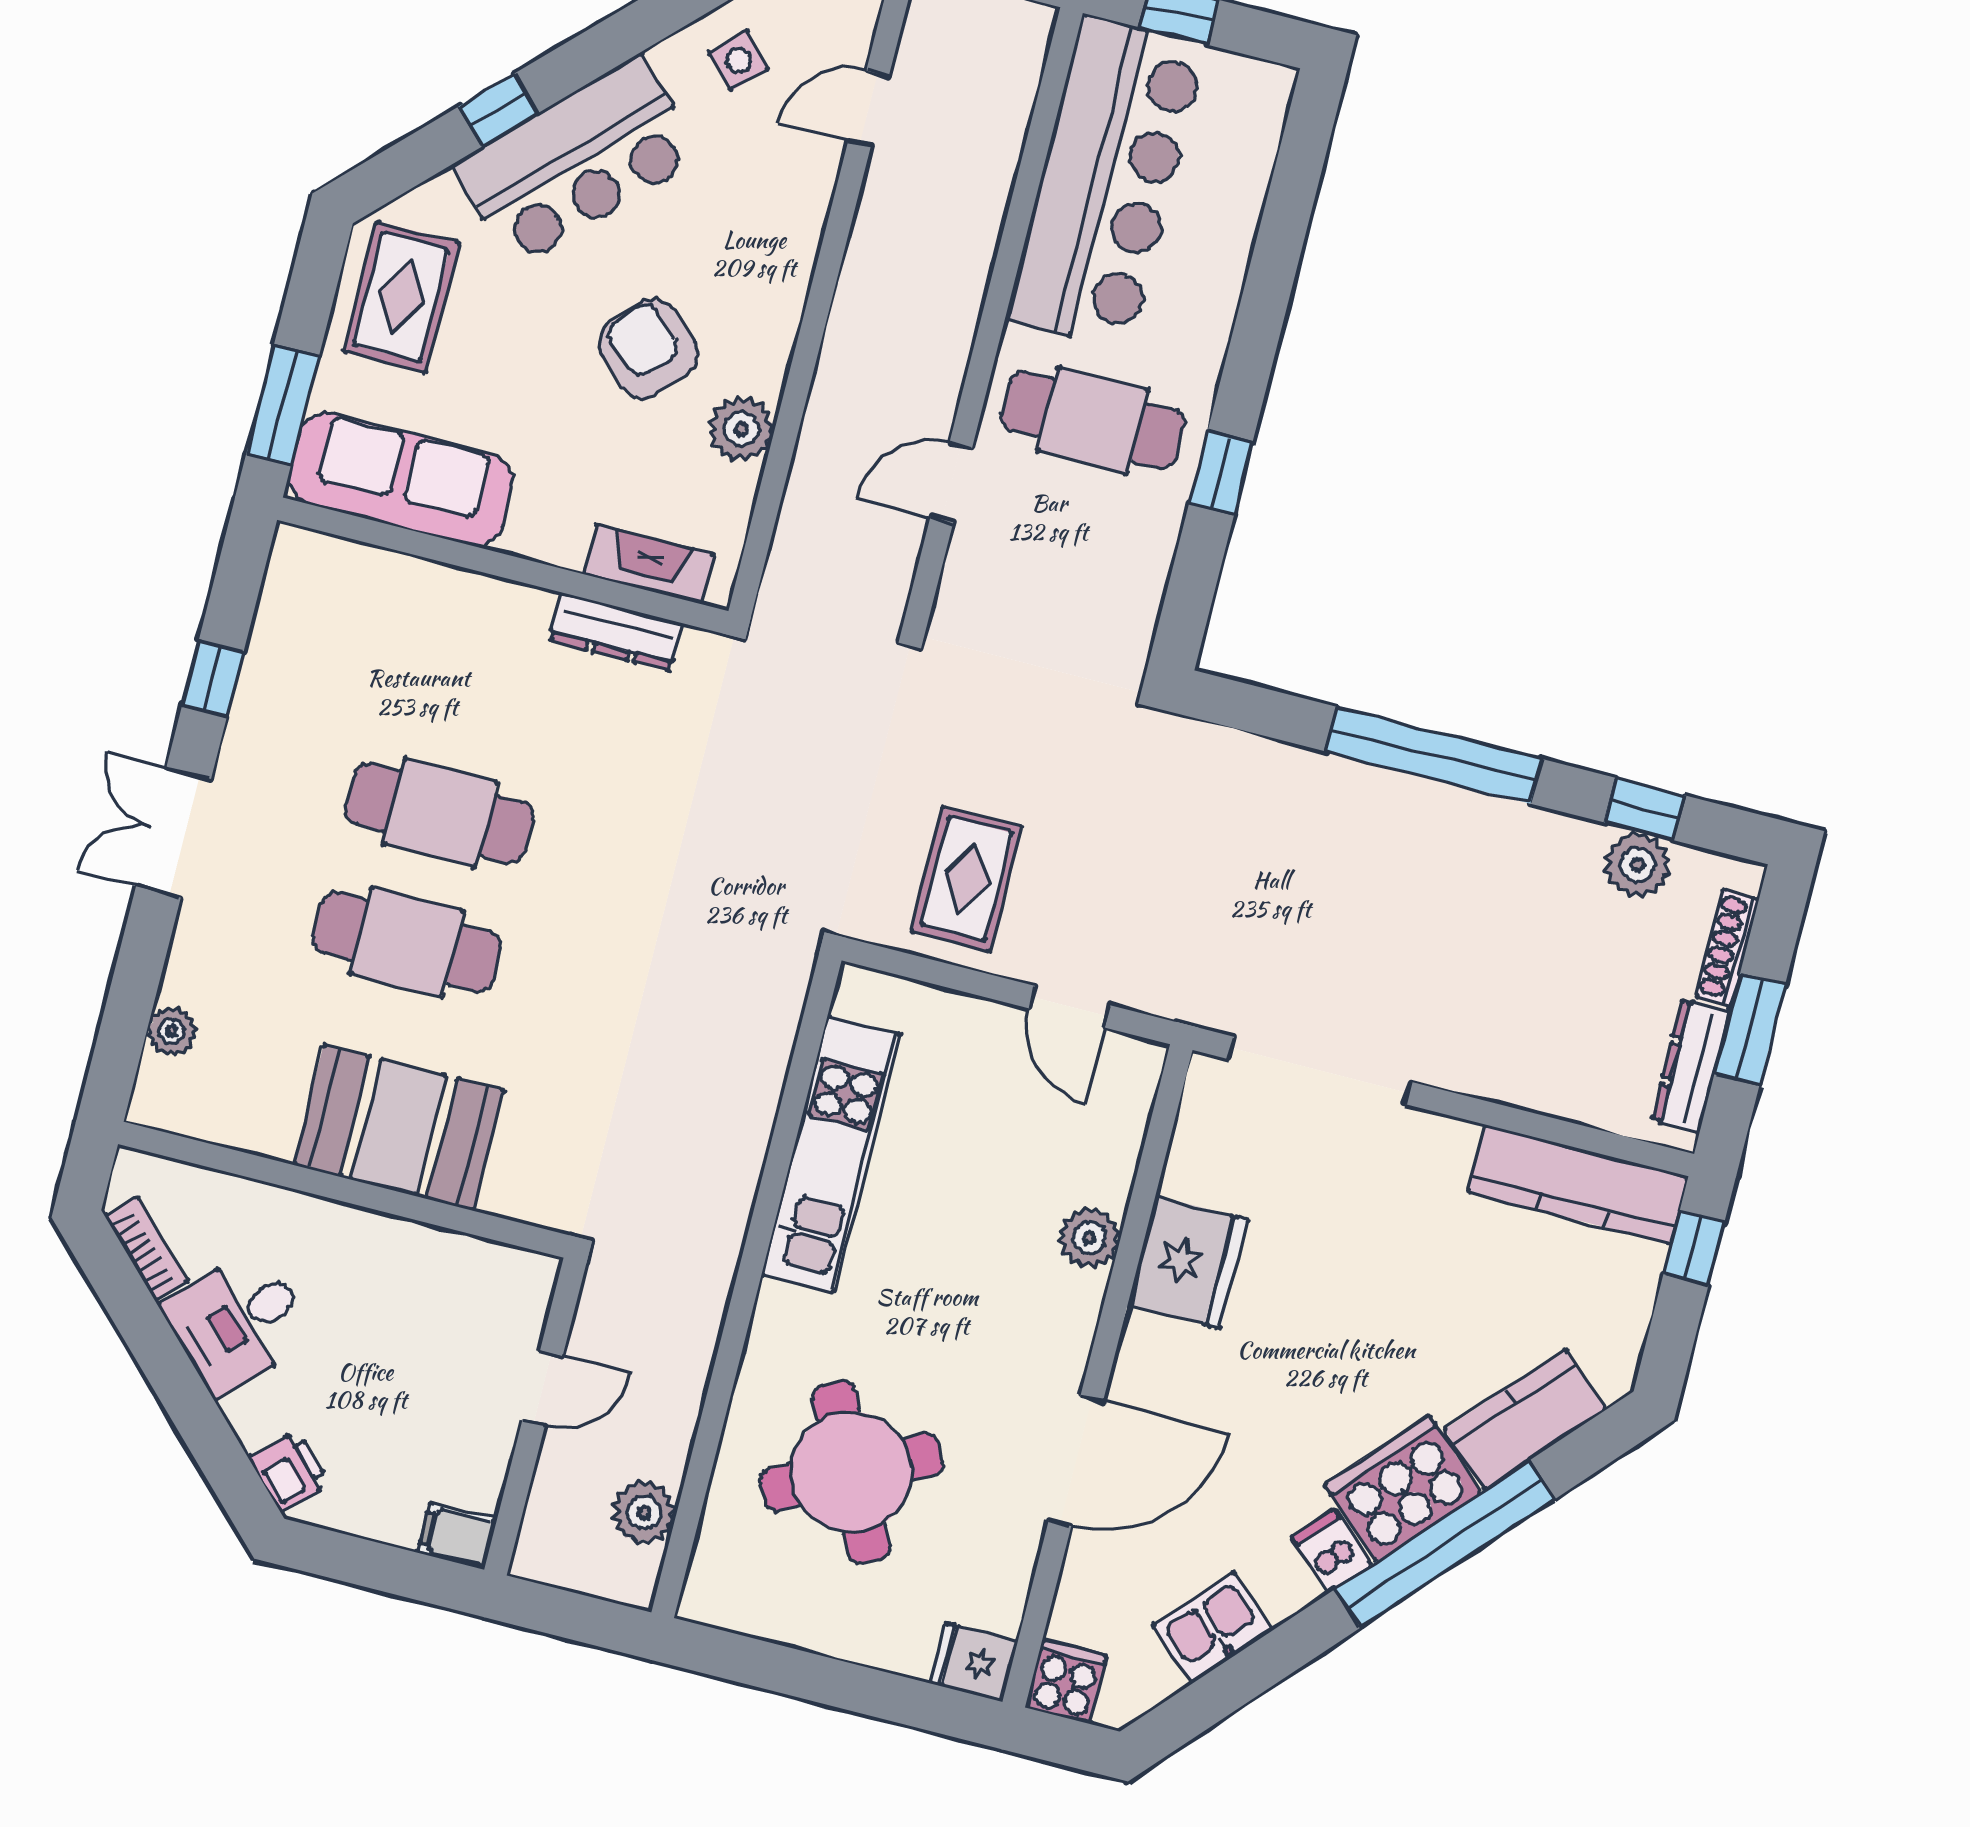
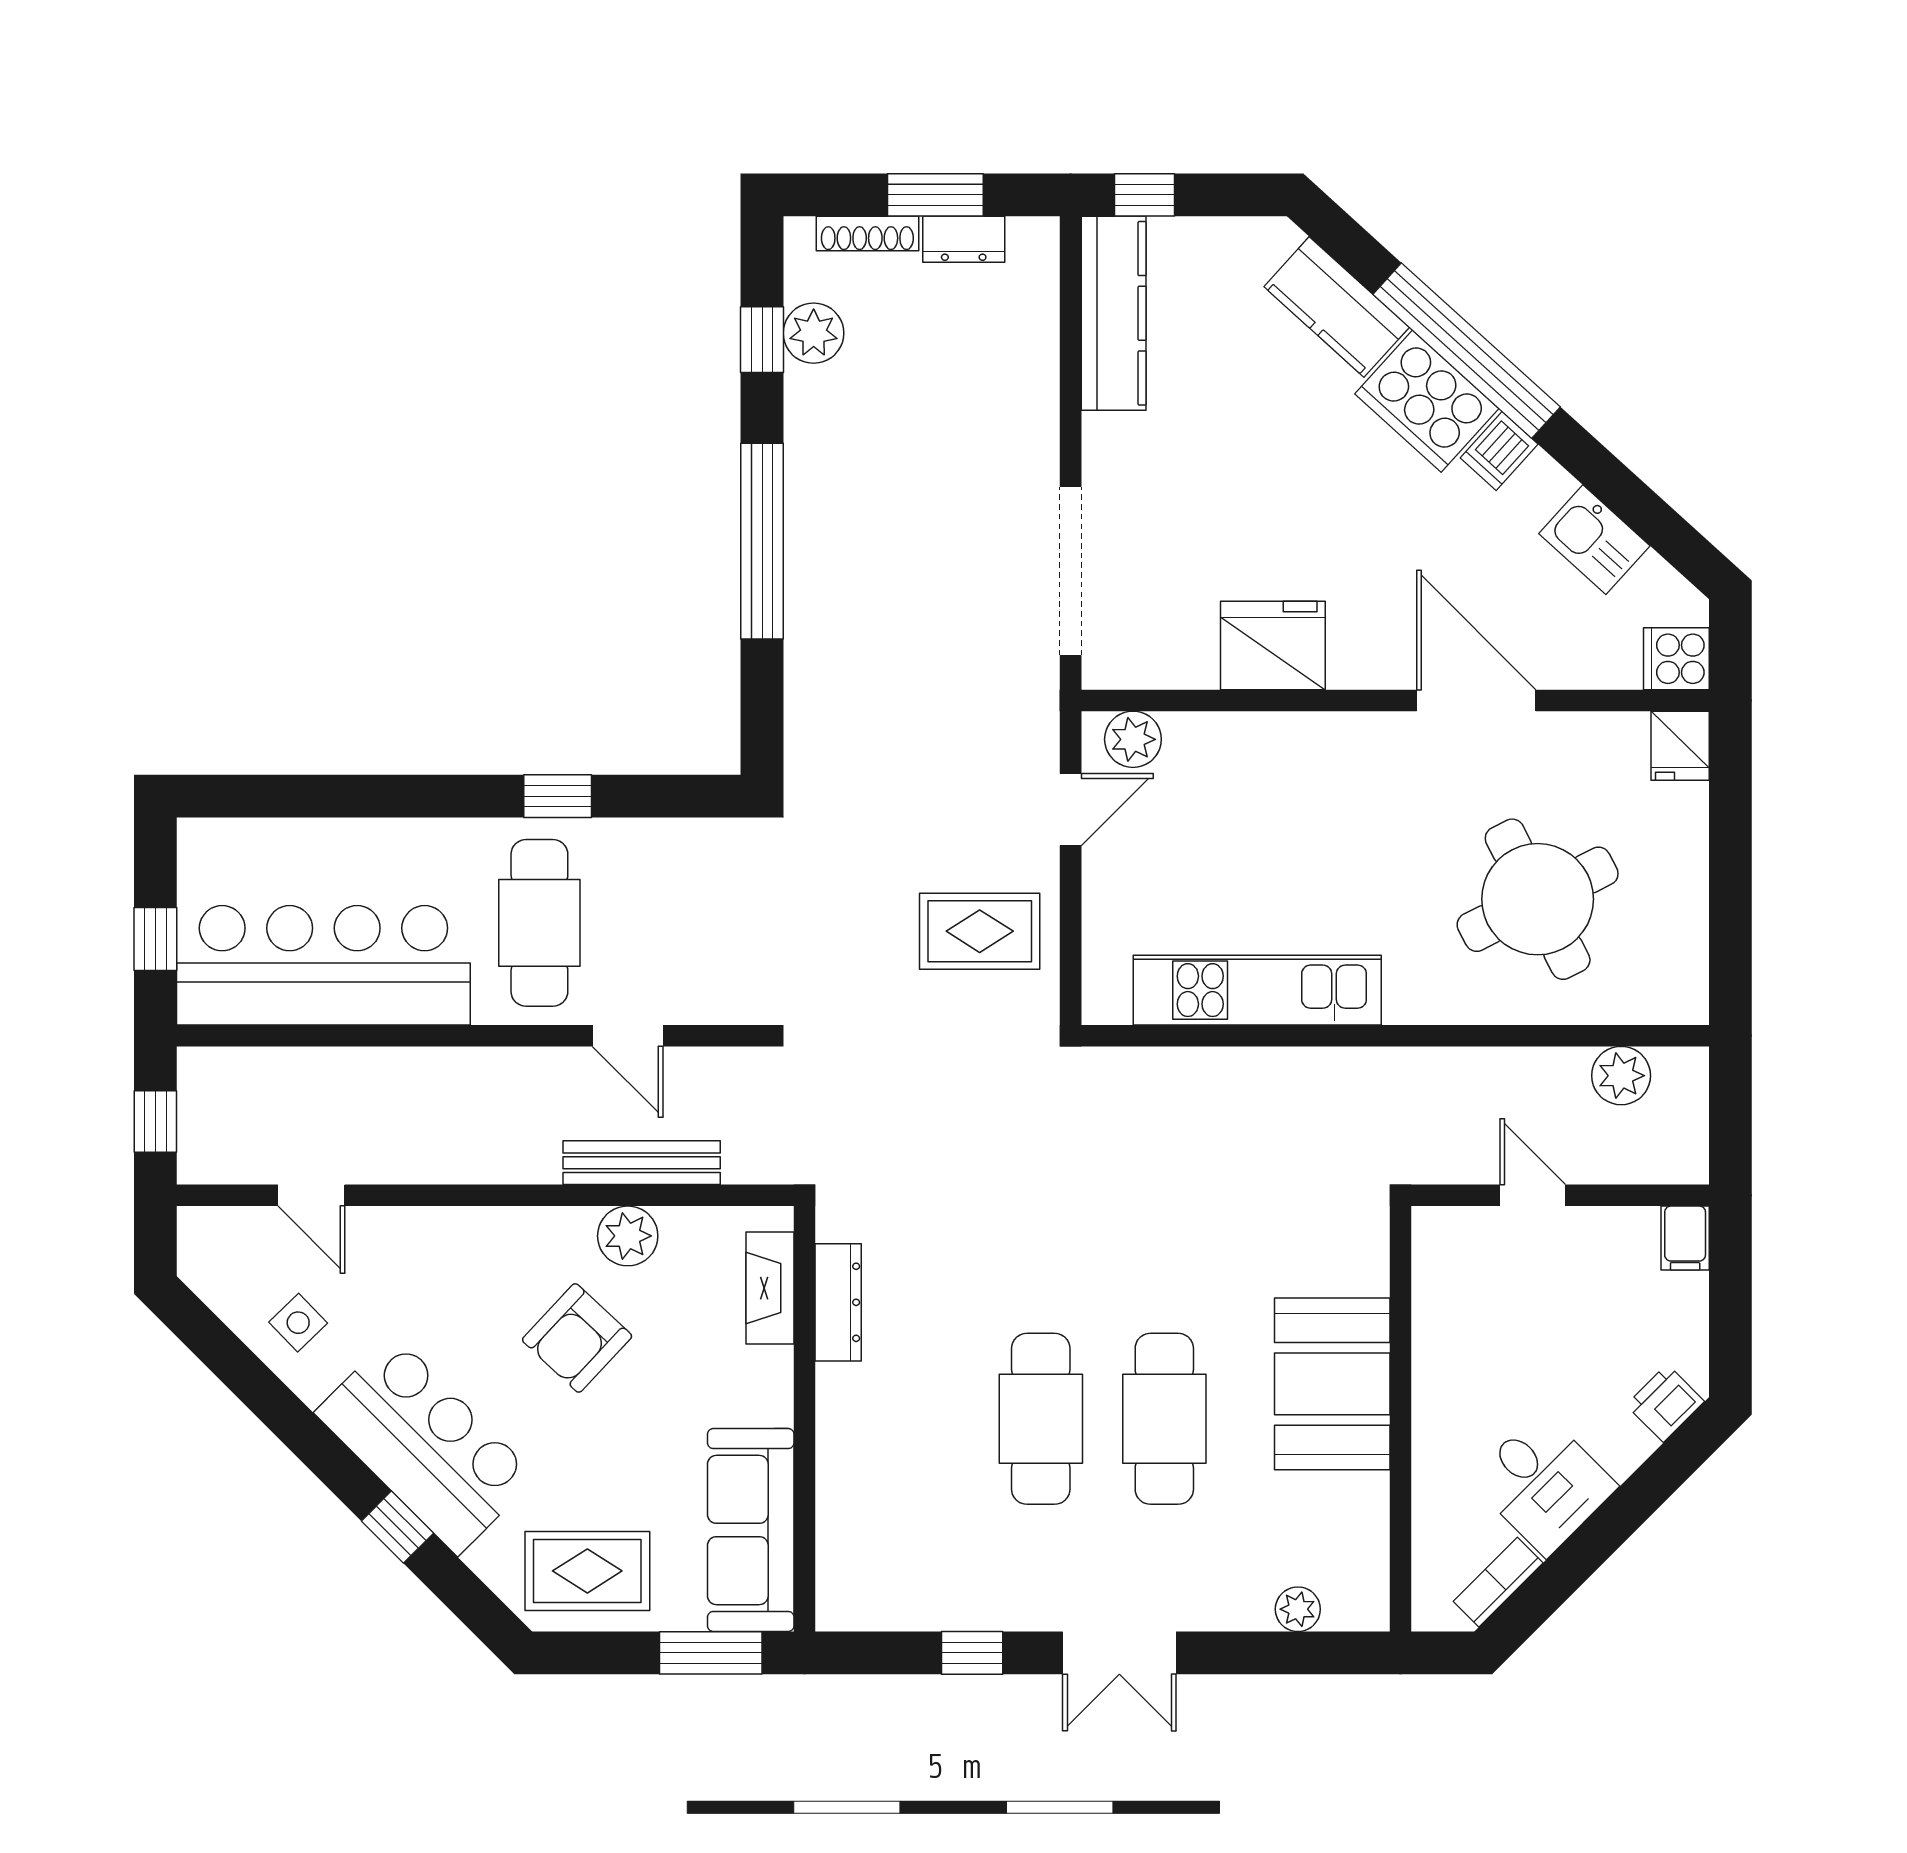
bench: (815, 463) -> (642, 1163), added
dresser: (1691, 1066) -> (964, 239), width x0.70
plant: (1089, 1238) -> (1133, 739), moved

